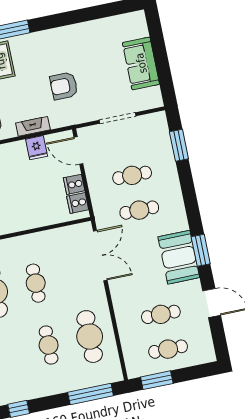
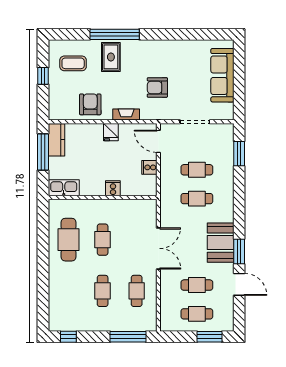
sofa: (141, 63) -> (222, 75), width x1.36
fridge: (37, 148) -> (111, 132), moved
cooker: (78, 203) -> (113, 188), moved, turned 90
window: (201, 250) -> (239, 252), moved
double door: (100, 256) -> (158, 248), moved
cafe table: (90, 337) -> (137, 291), width x0.73, depth x0.74
window: (157, 380) -> (209, 337), moved

